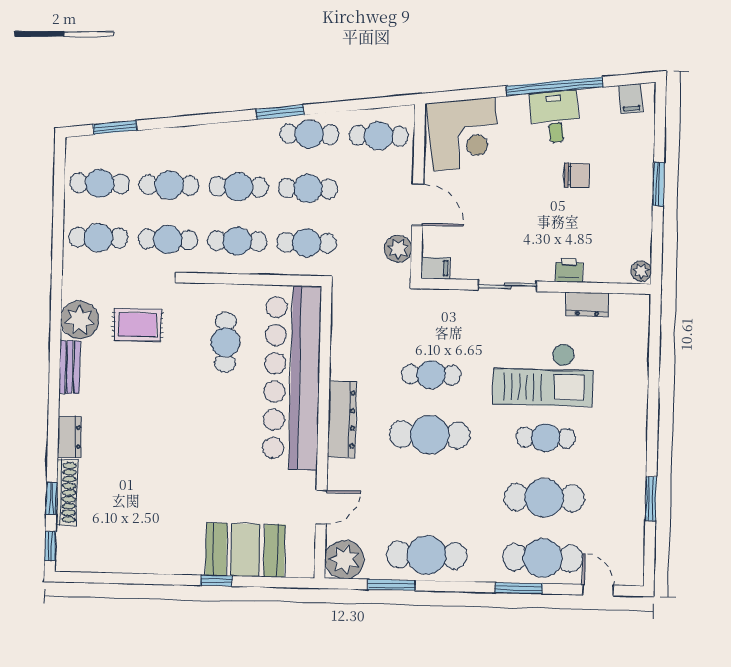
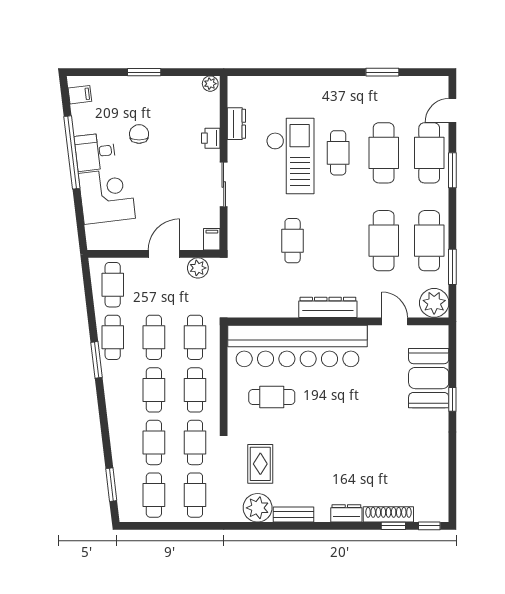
corner desk: (464, 134) -> (107, 196), moved
cafe table: (430, 435) -> (384, 241), moved

